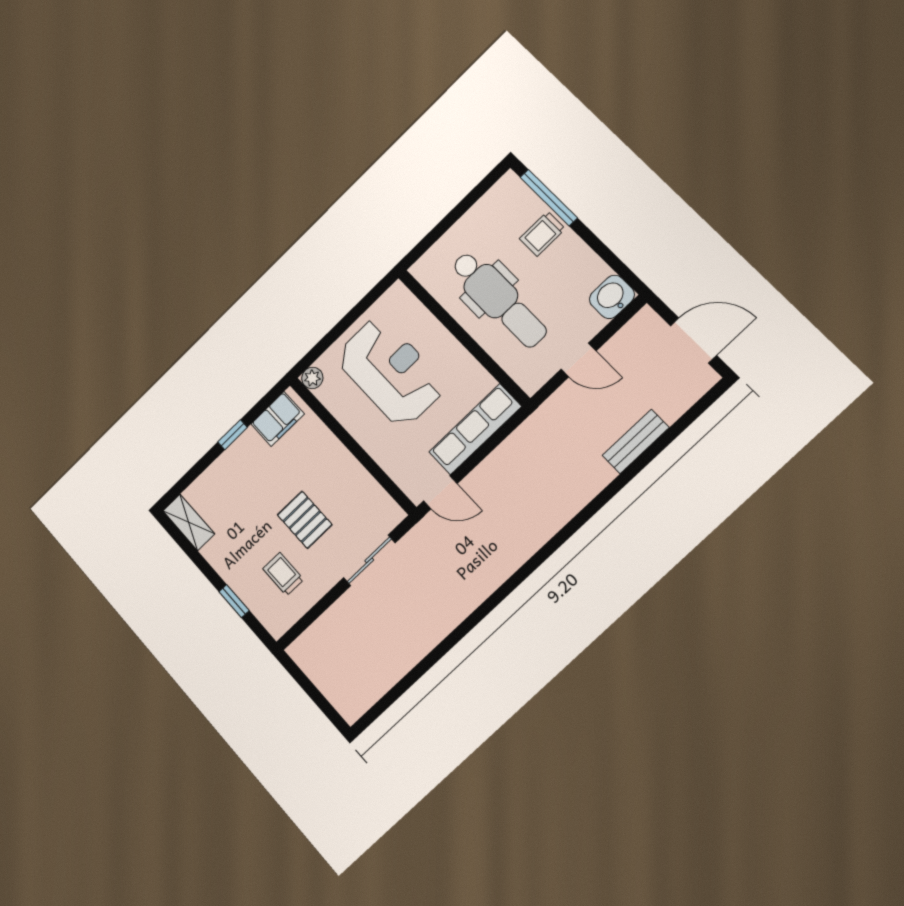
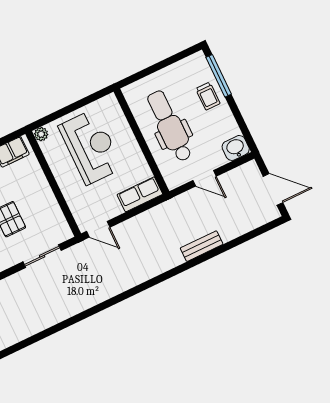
trolley: (542, 234) -> (208, 96), turned -90
dental chair: (499, 299) -> (170, 126), turned 180
row of seats: (475, 429) -> (140, 194), width x0.68
bench: (636, 441) -> (202, 246), moved

